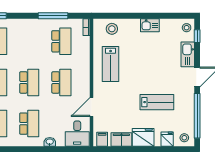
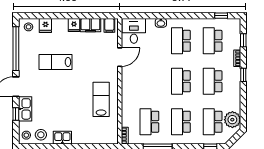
stool: (112, 29) -> (41, 135), moved
window: (197, 36) -> (16, 114), moved
school desk: (61, 82) -> (181, 122), moved
fridge: (143, 137) -> (74, 25), width x0.53, depth x0.75

